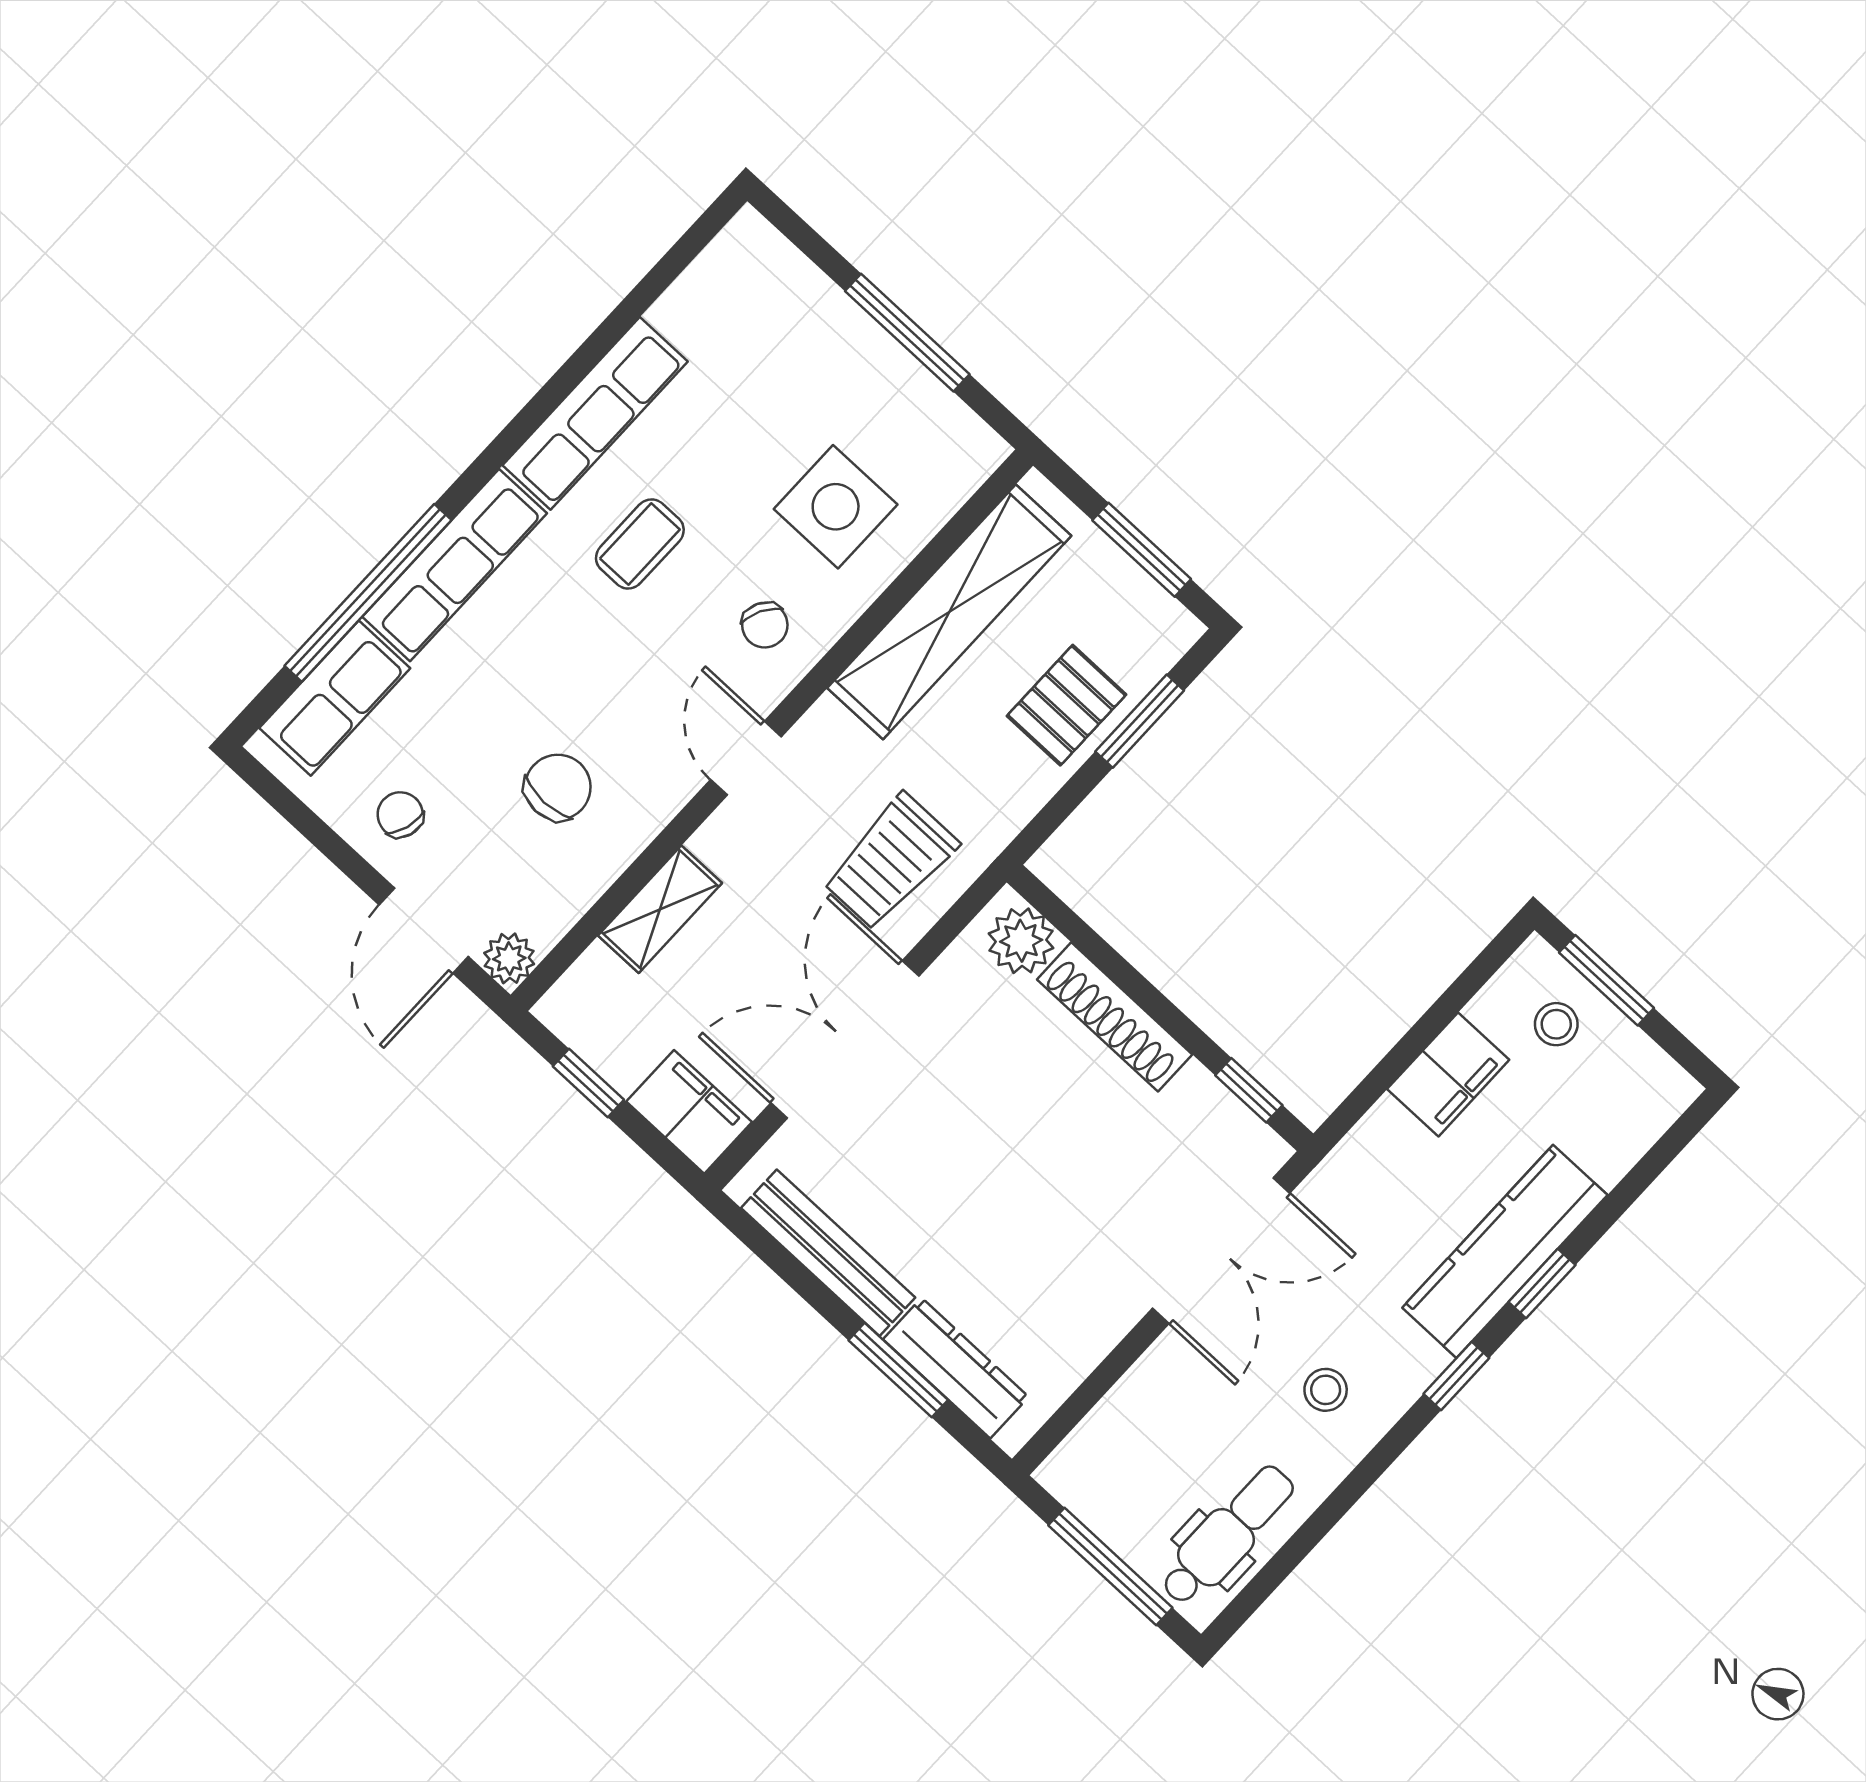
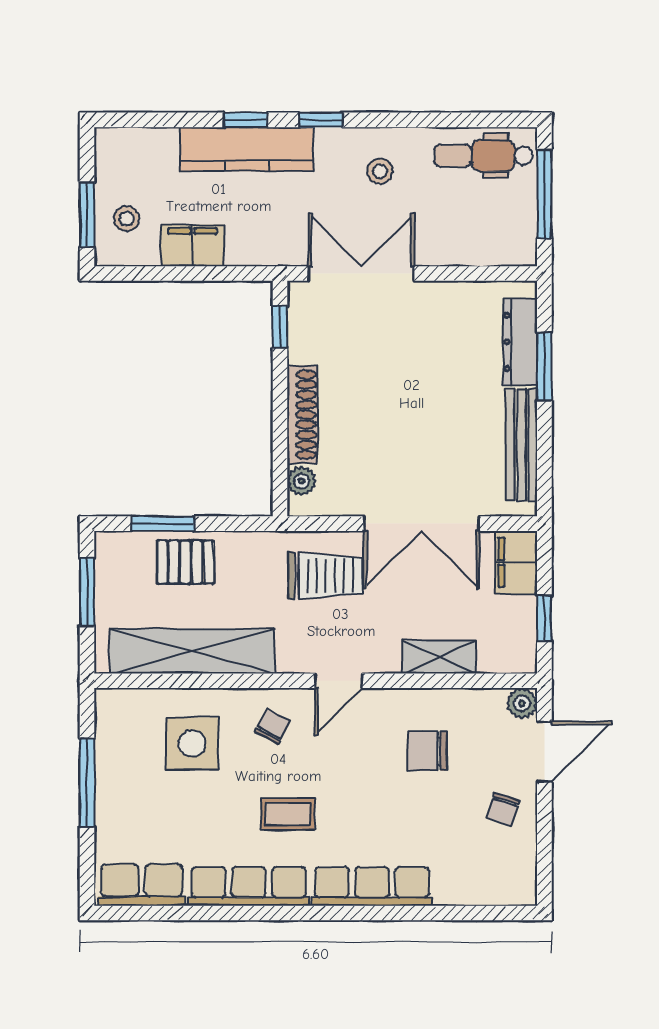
window: (368, 593) -> (419, 913), removed
row of seats: (335, 698) -> (142, 885), moved
plant: (1021, 941) -> (302, 481), width x0.73, depth x0.73

